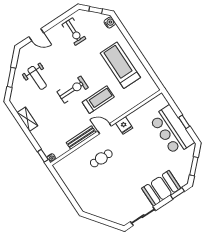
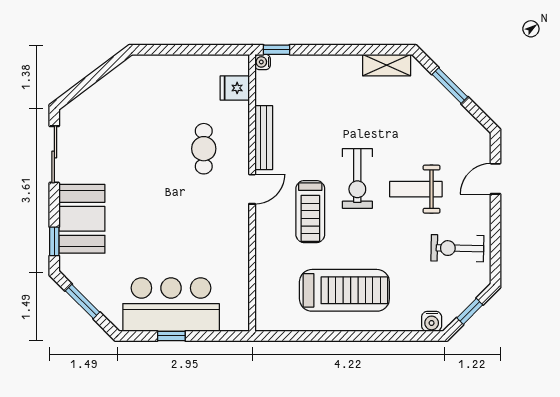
weight bench: (37, 78) -> (416, 189), moved
shelving: (27, 119) -> (387, 65), moved
fridge: (124, 125) -> (235, 88), moved

